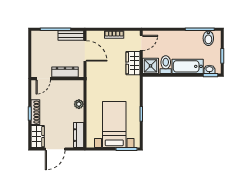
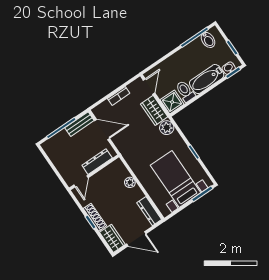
plant: (134, 82) -> (167, 128), added
door: (55, 149) -> (136, 239), hinge flipped

